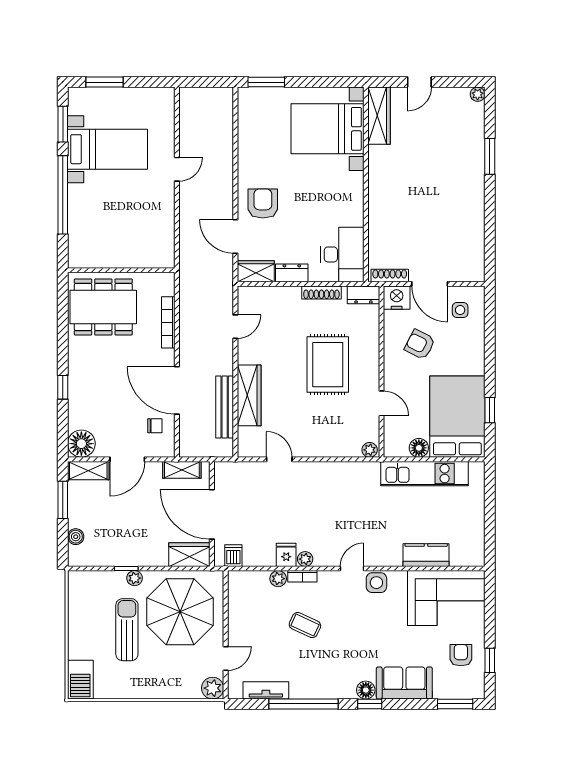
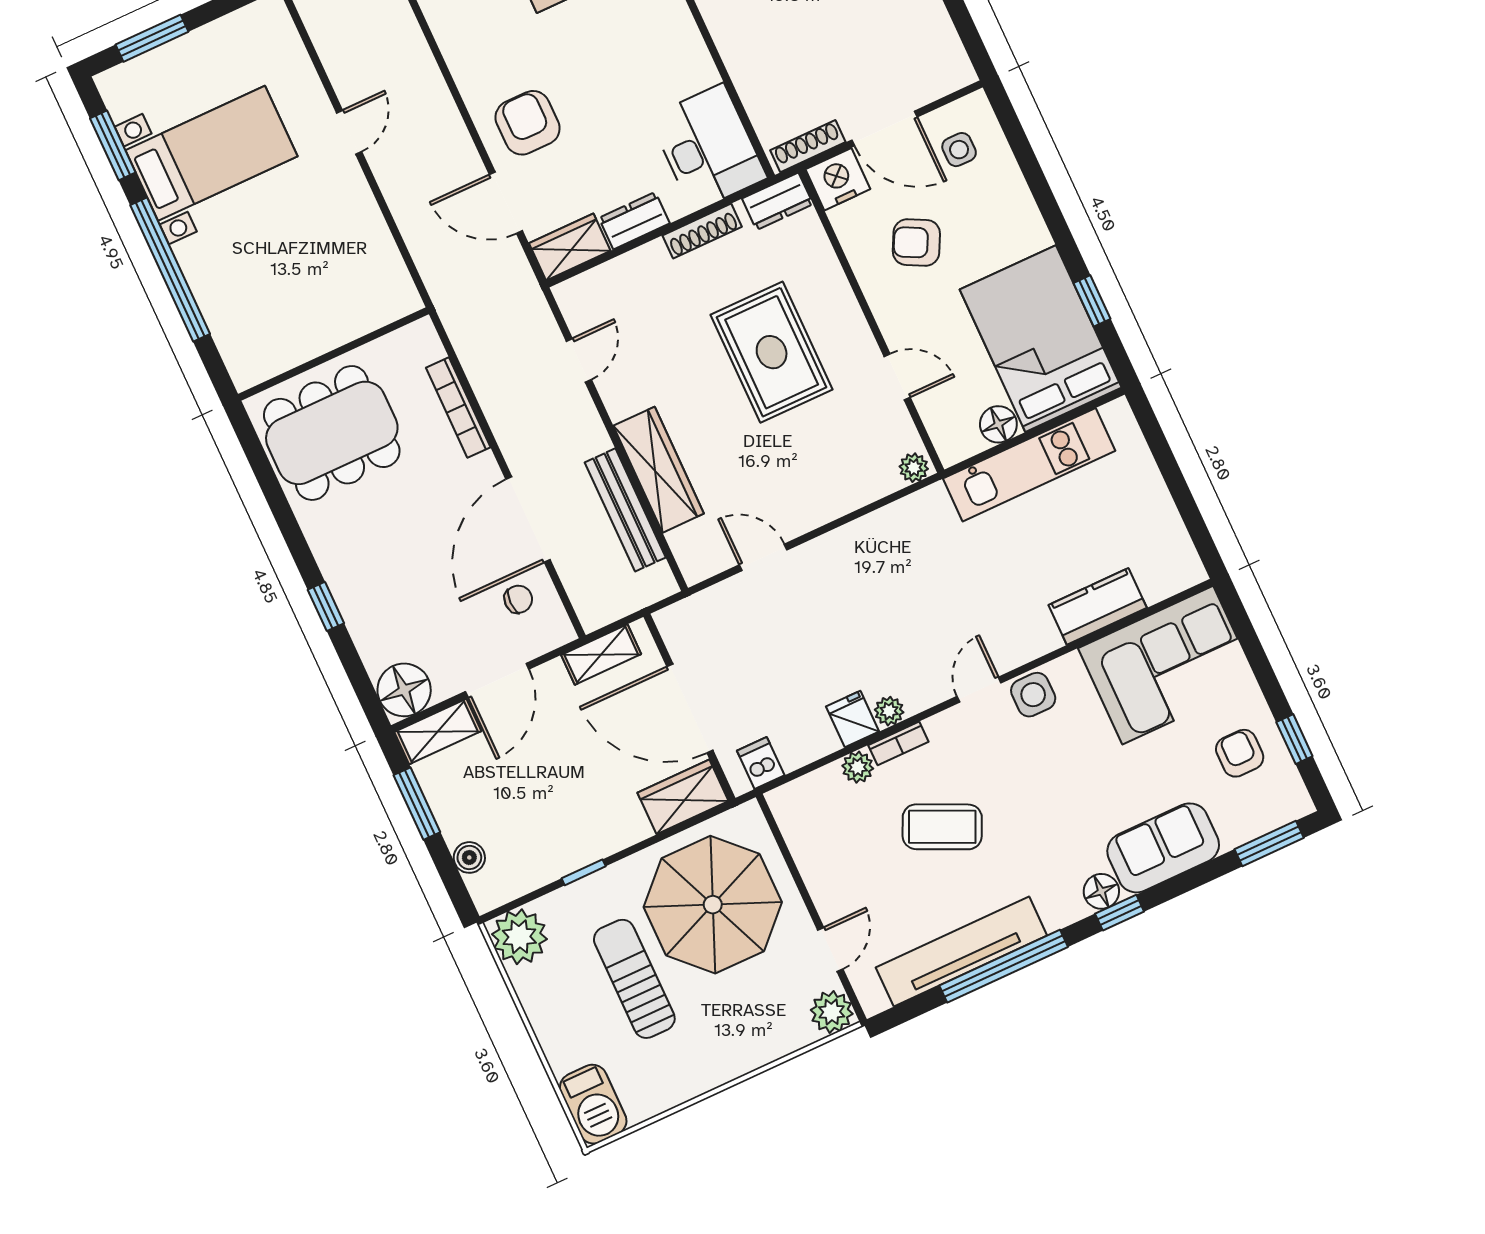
door: (177, 390) -> (528, 520), hinge flipped
plant: (135, 578) -> (519, 937), moved, width x1.88, depth x1.88
coffee table: (305, 625) -> (942, 827), width x1.36, depth x1.30
tv unit: (266, 690) -> (961, 952), width x1.92, depth x1.29

